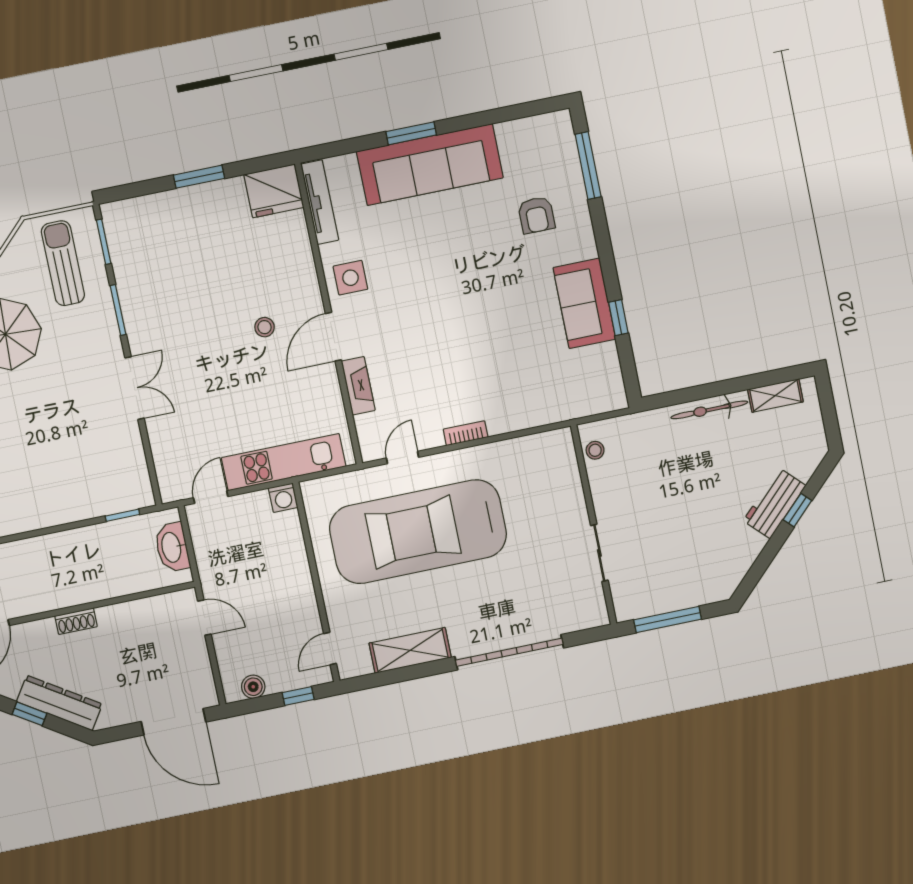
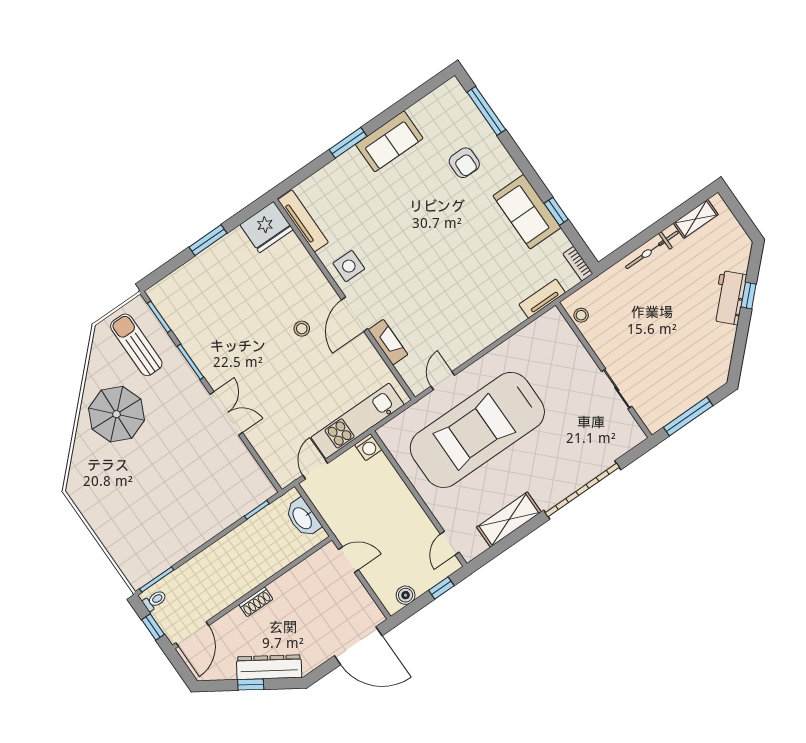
sofa: (430, 165) -> (389, 141), width x0.54, depth x0.79
tv unit: (558, 412) -> (542, 299), added
bookcase: (466, 433) -> (578, 264), moved, turned -90

